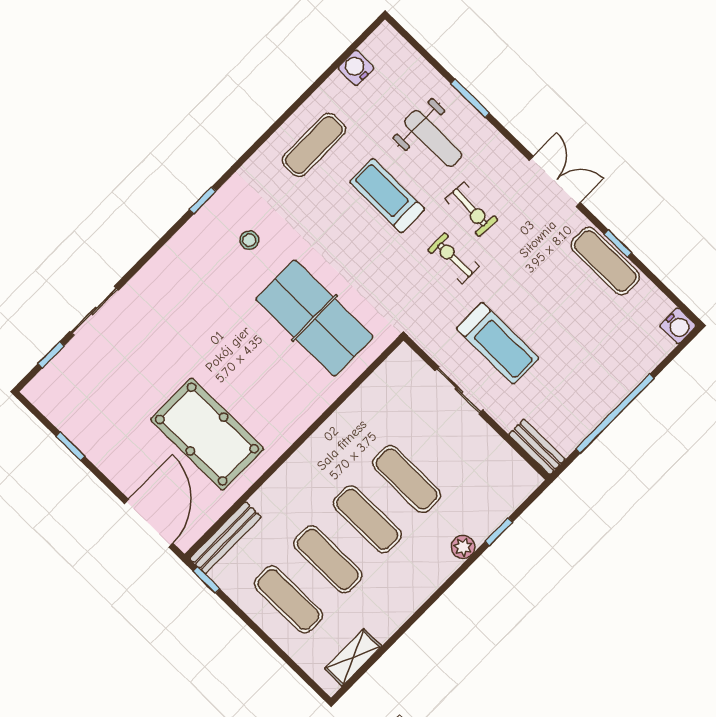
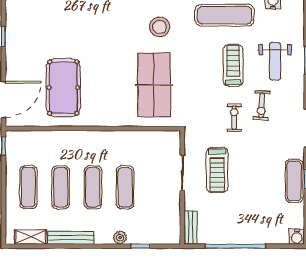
exercise mat: (314, 145) -> (224, 15), width x1.36, depth x1.45
stool: (249, 240) -> (160, 27), width x1.89, depth x1.89
bench: (225, 538) -> (71, 238), moved

